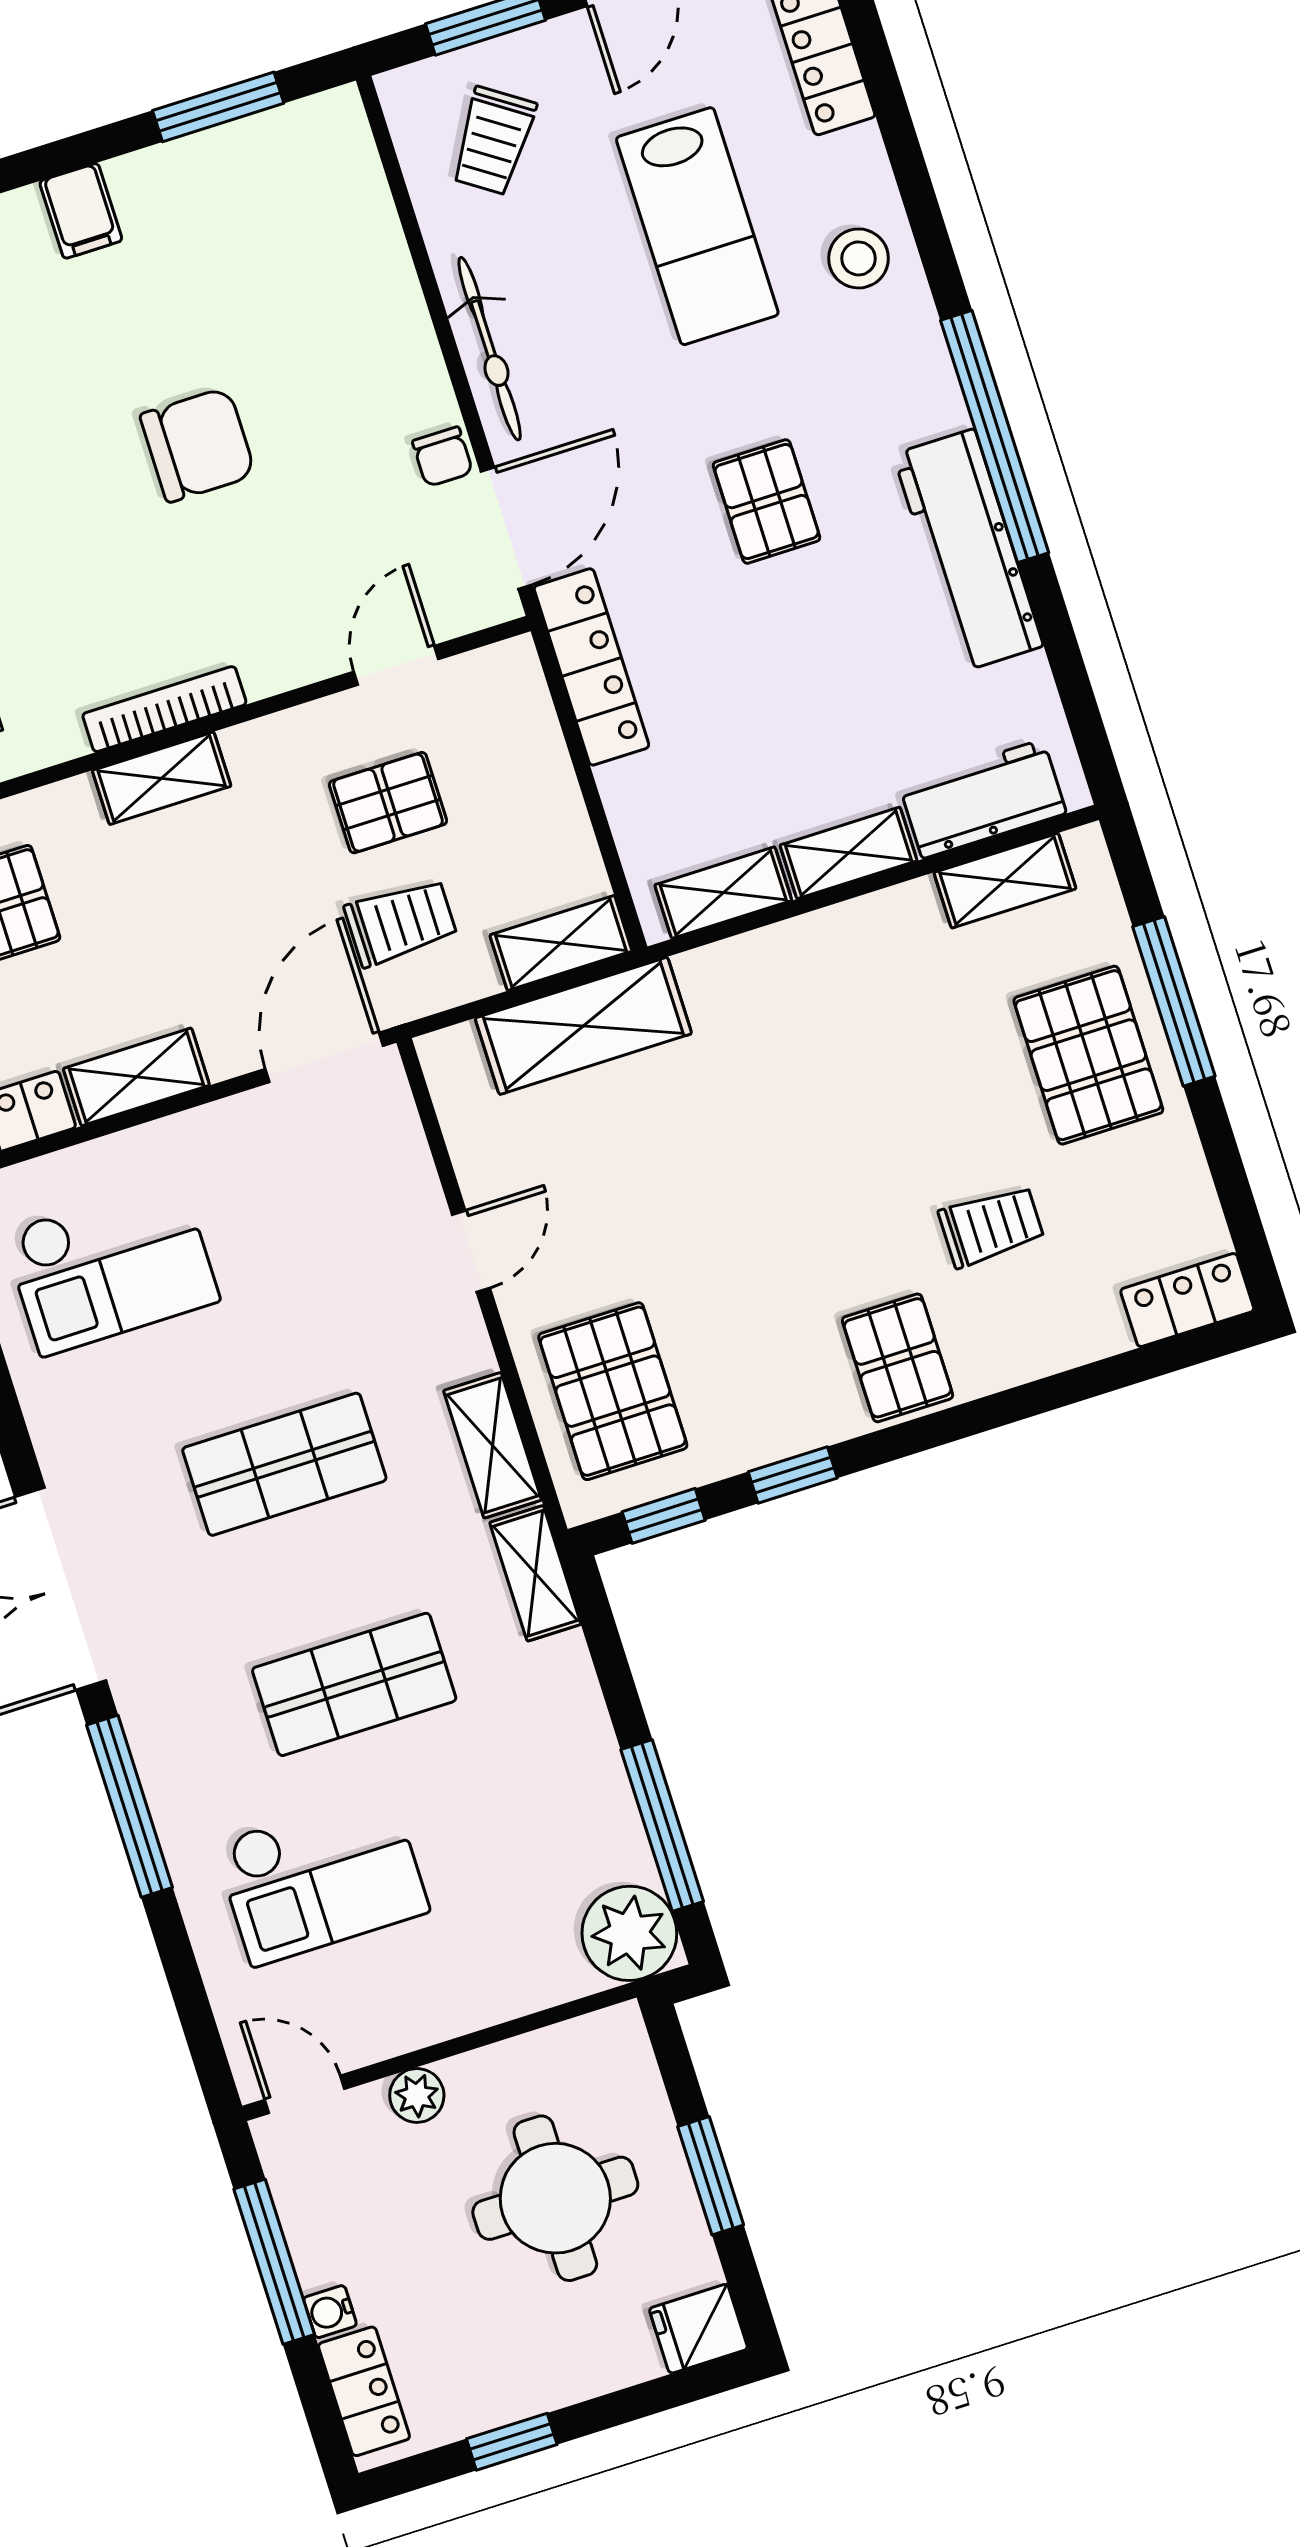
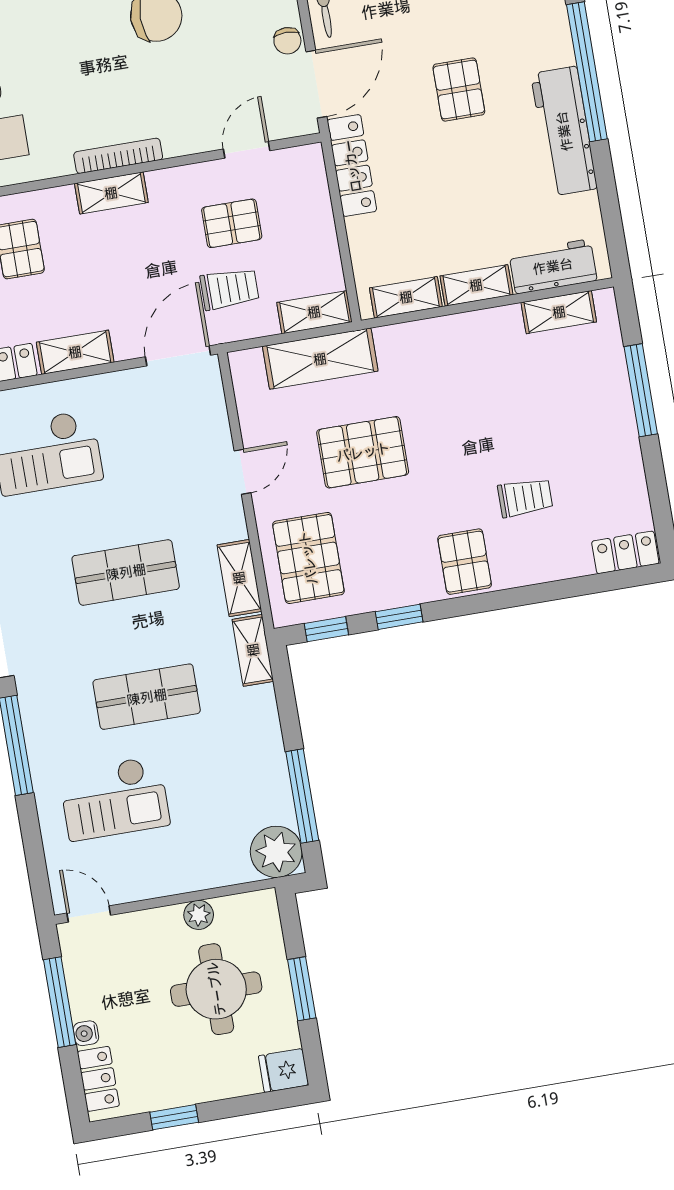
pallet: (1088, 1055) -> (363, 452), moved, turned 90
plant: (417, 2095) -> (199, 915), moved

